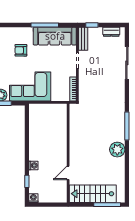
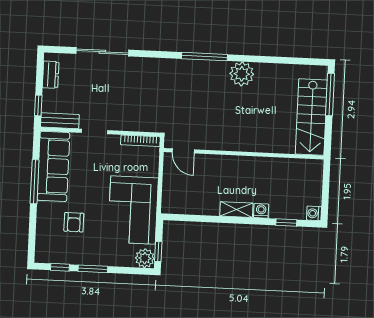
shelving: (33, 150) -> (236, 210), added
door: (68, 173) -> (183, 151), moved

